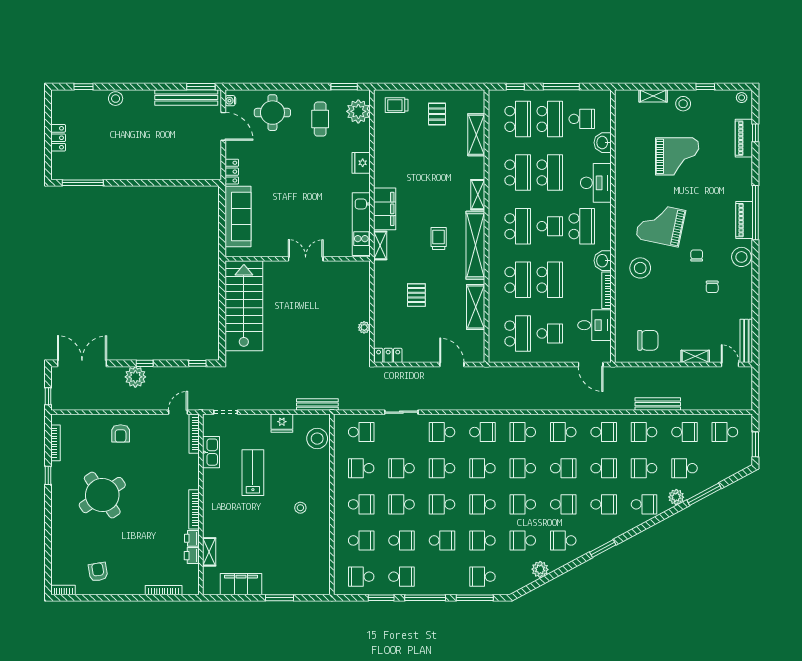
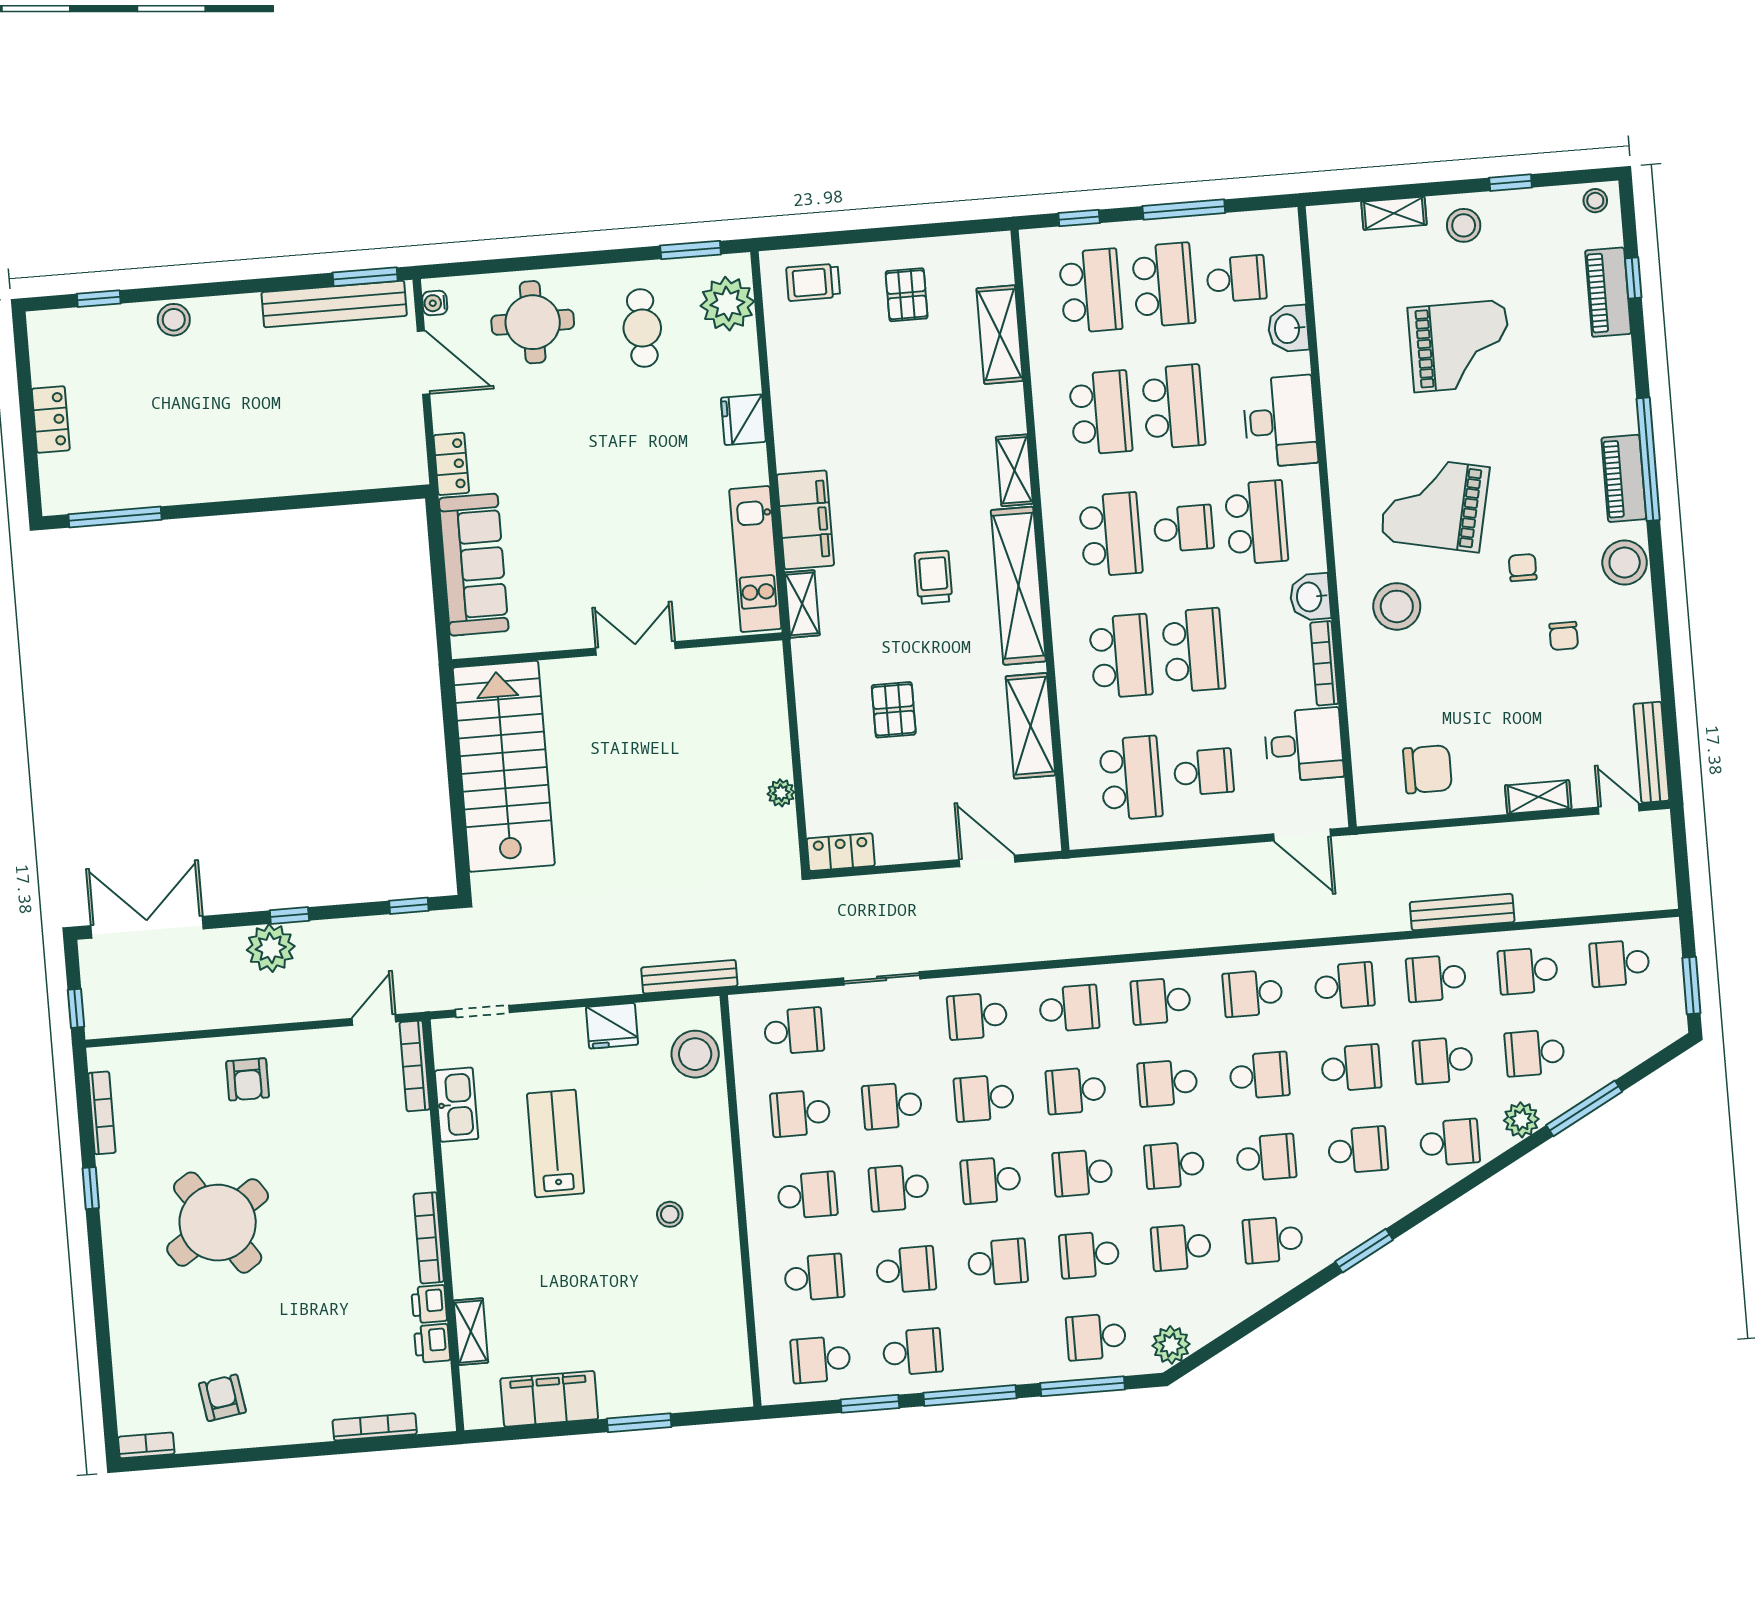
school desk: (684, 432) -> (1528, 971), turned 180
plant: (540, 569) -> (1171, 1345), moved

